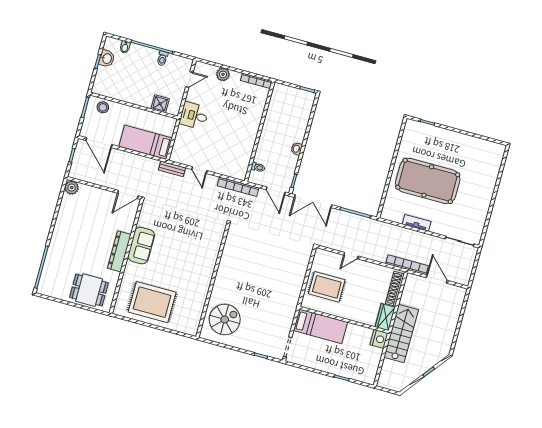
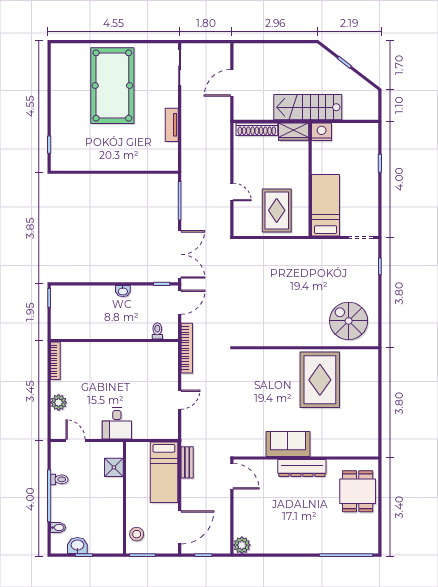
bench: (172, 169) -> (187, 462), moved
pool table: (428, 181) -> (112, 86), moved
bookcase: (407, 265) -> (225, 123), removed
rug: (152, 302) -> (320, 380), moved

